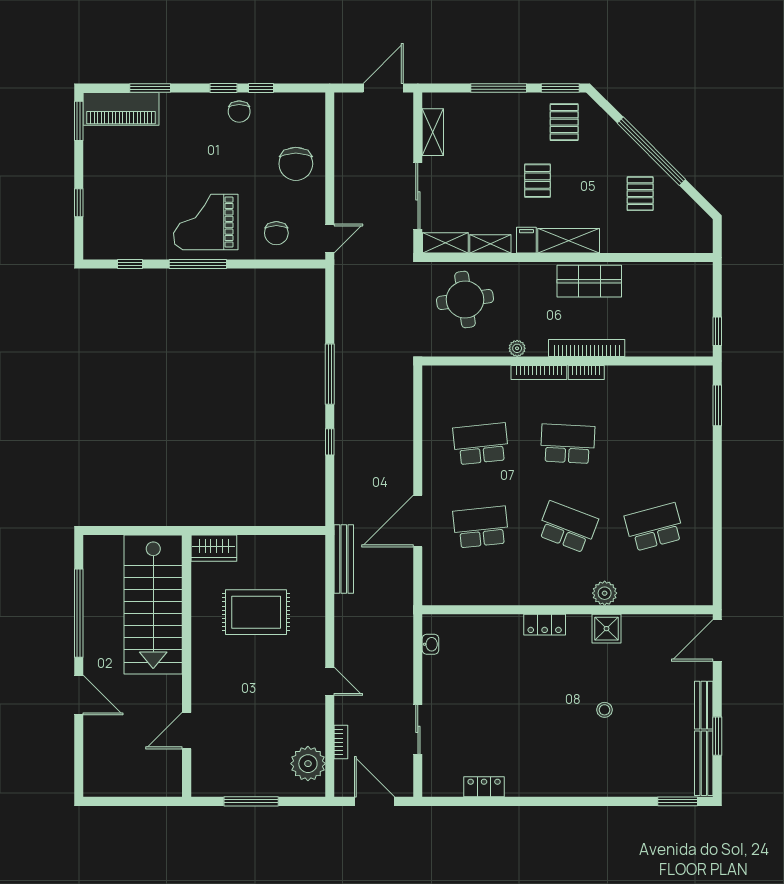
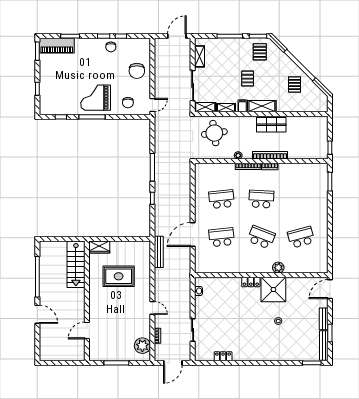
stairs: (153, 605) -> (76, 264), width x0.73, depth x0.66
shower: (606, 629) -> (273, 290), width x1.86, depth x1.86
door: (375, 801) -> (173, 363), swing flipped

